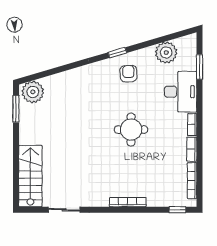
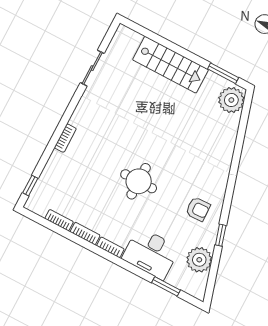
window: (117, 53) -> (221, 235), moved
stairs: (30, 176) -> (170, 65), moved
bookcase: (192, 181) -> (59, 220), width x0.64
bookcase: (128, 202) -> (65, 138), width x0.64

